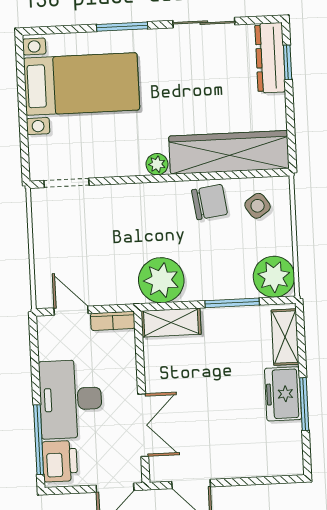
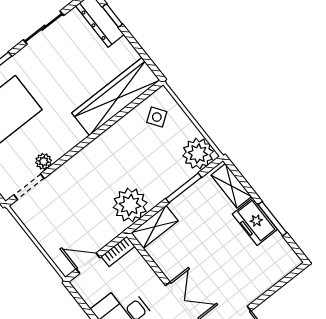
plant: (157, 164) -> (44, 161), moved
chair: (209, 202) -> (126, 136), removed

